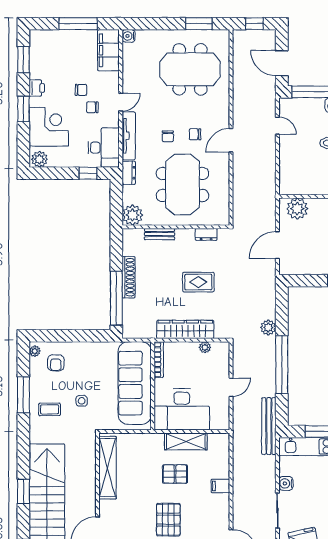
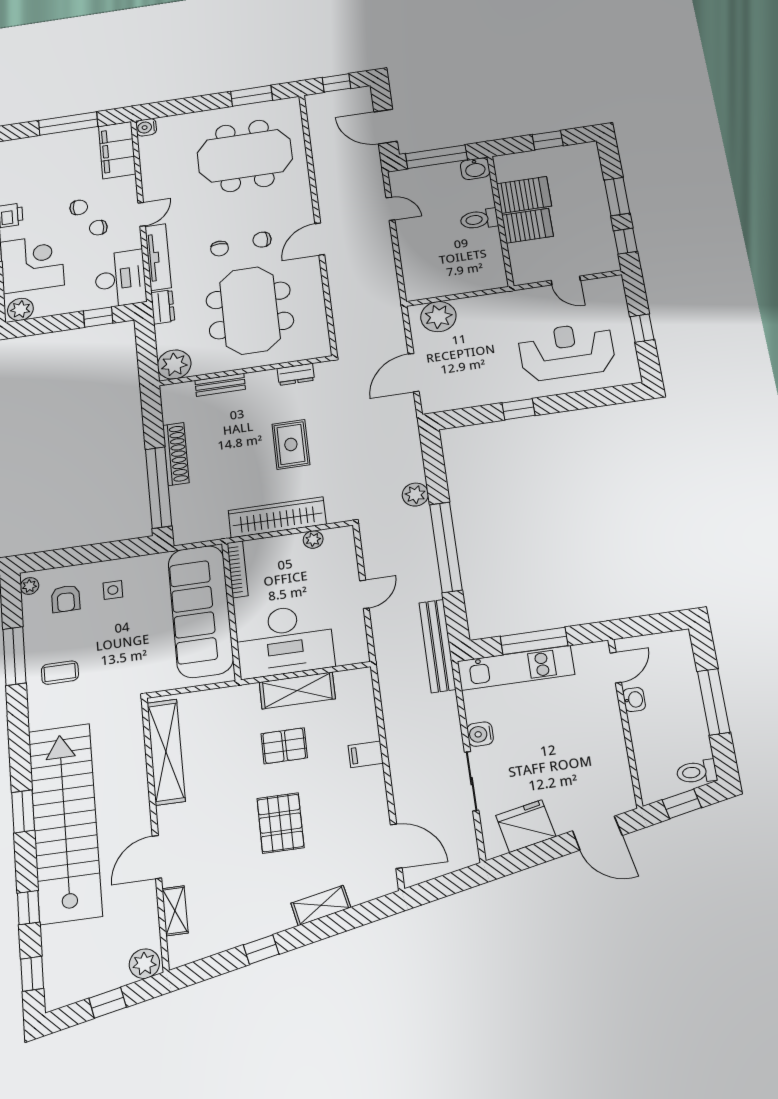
rug: (198, 282) -> (291, 444), turned 90
side table: (82, 401) -> (113, 590), moved

